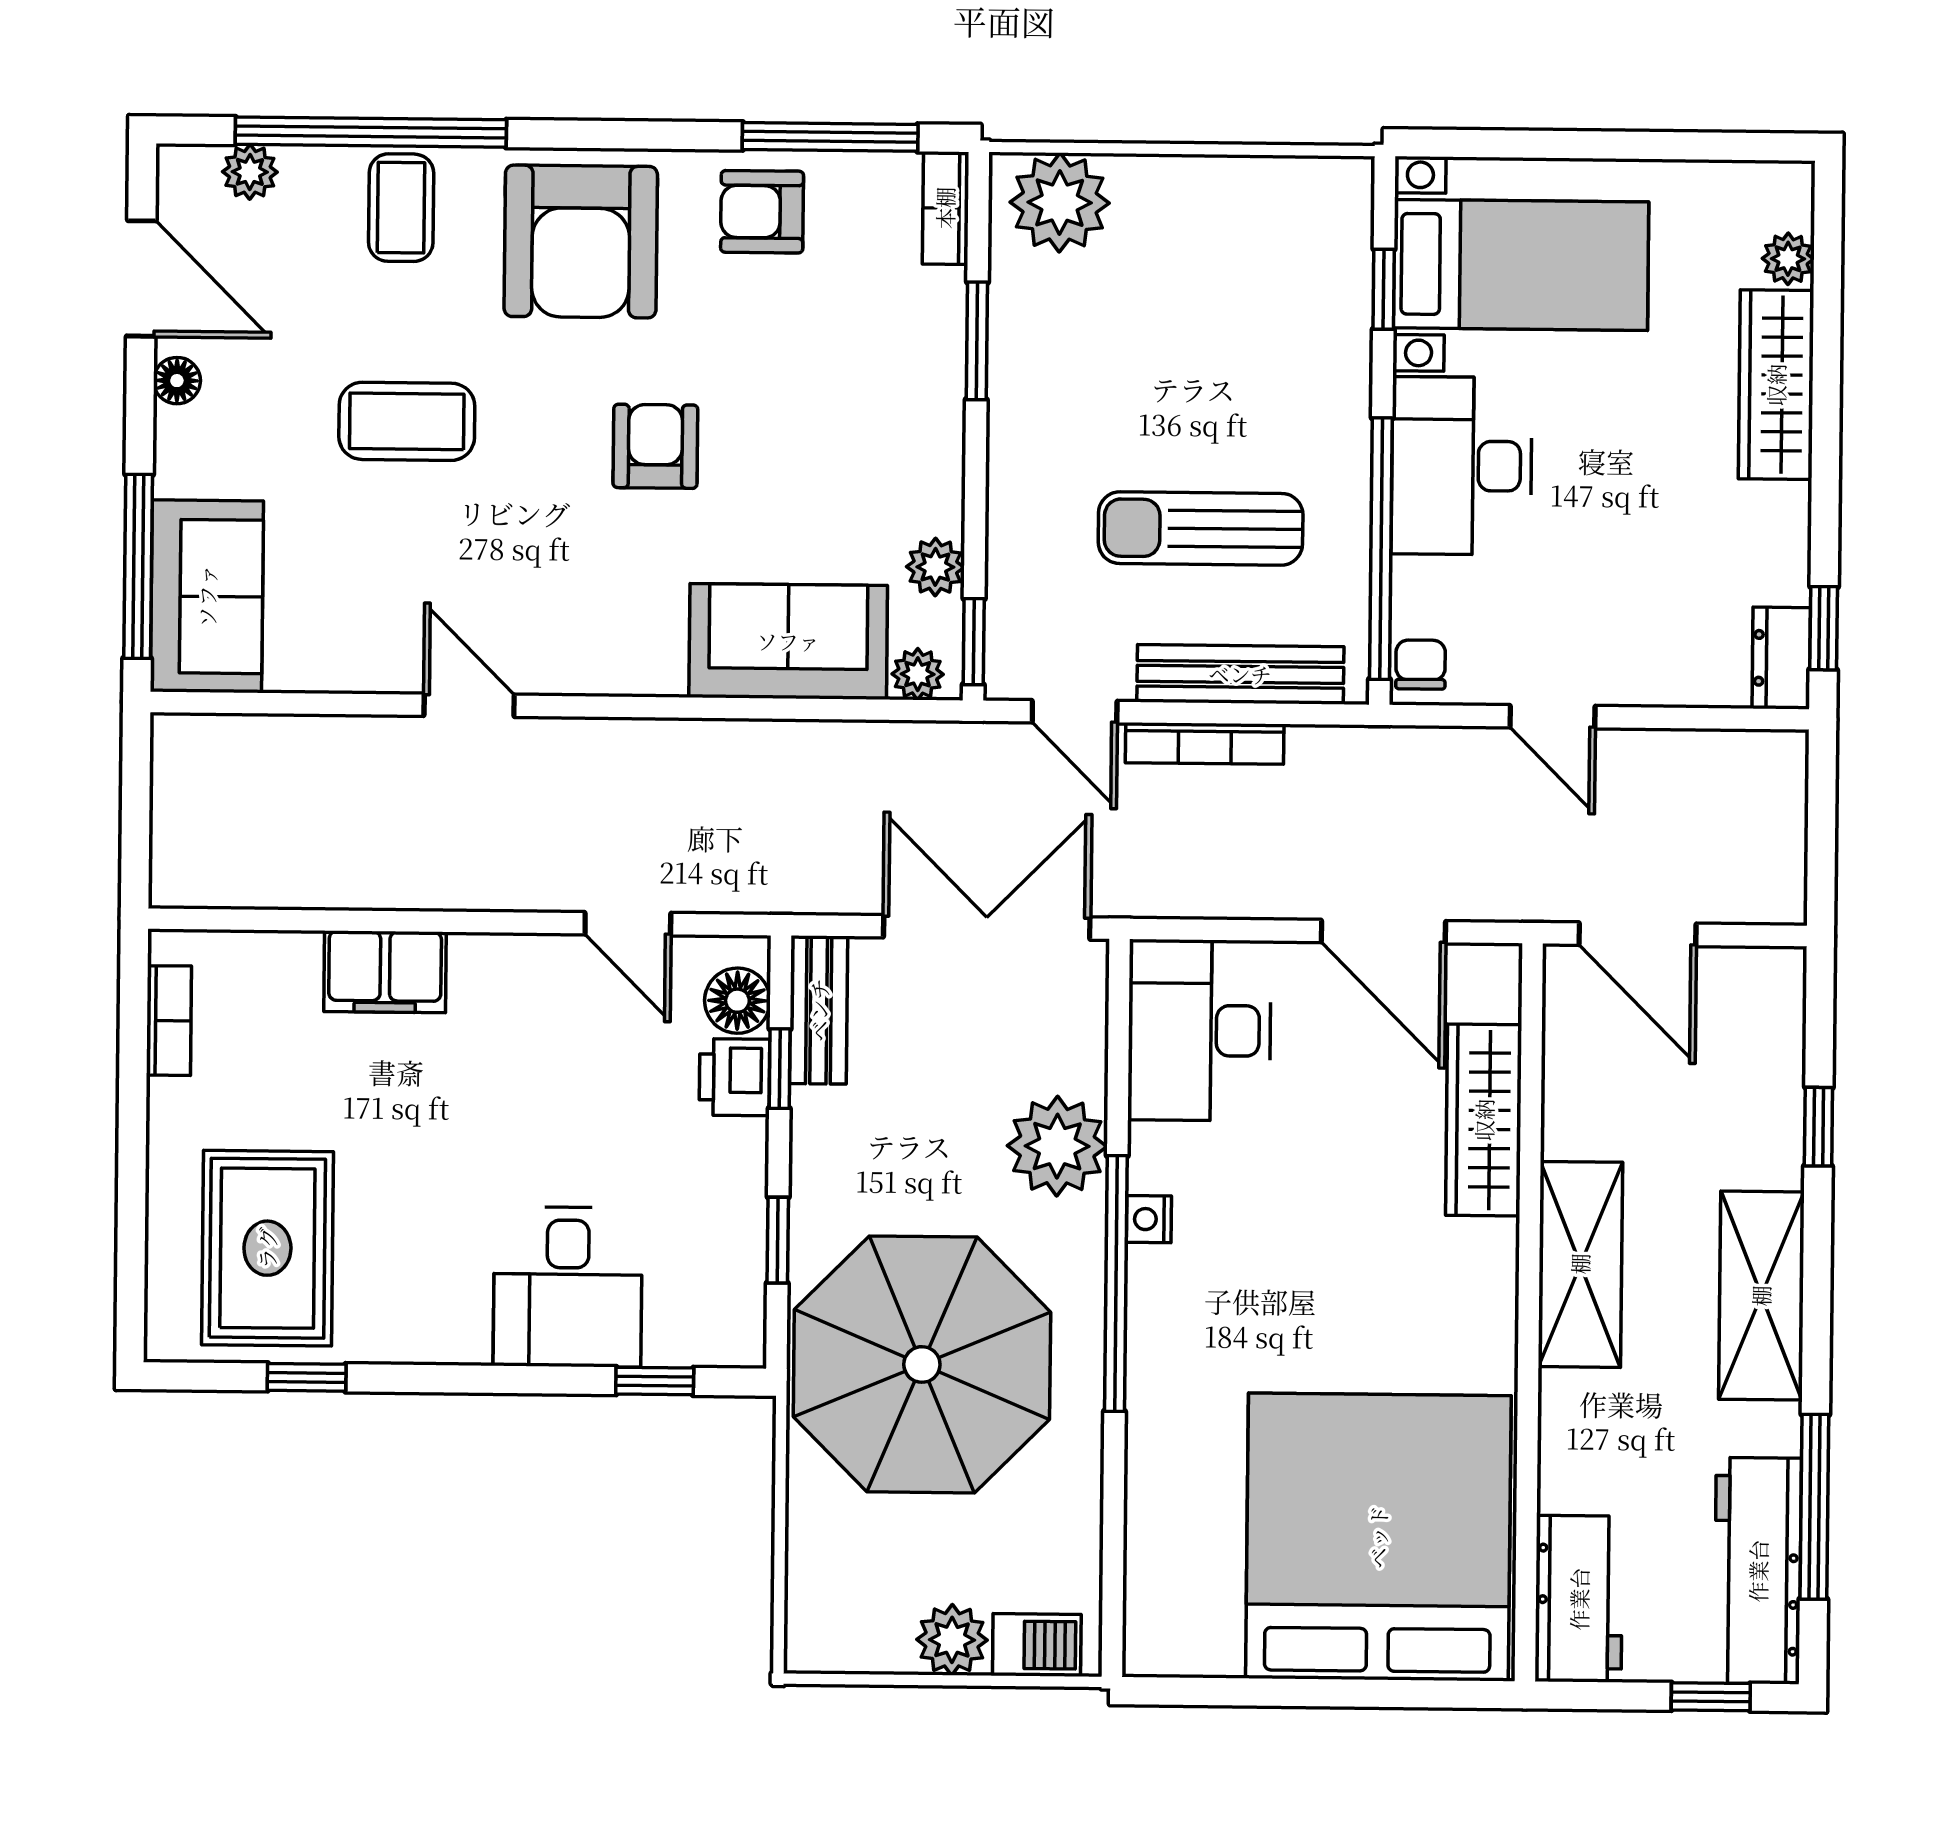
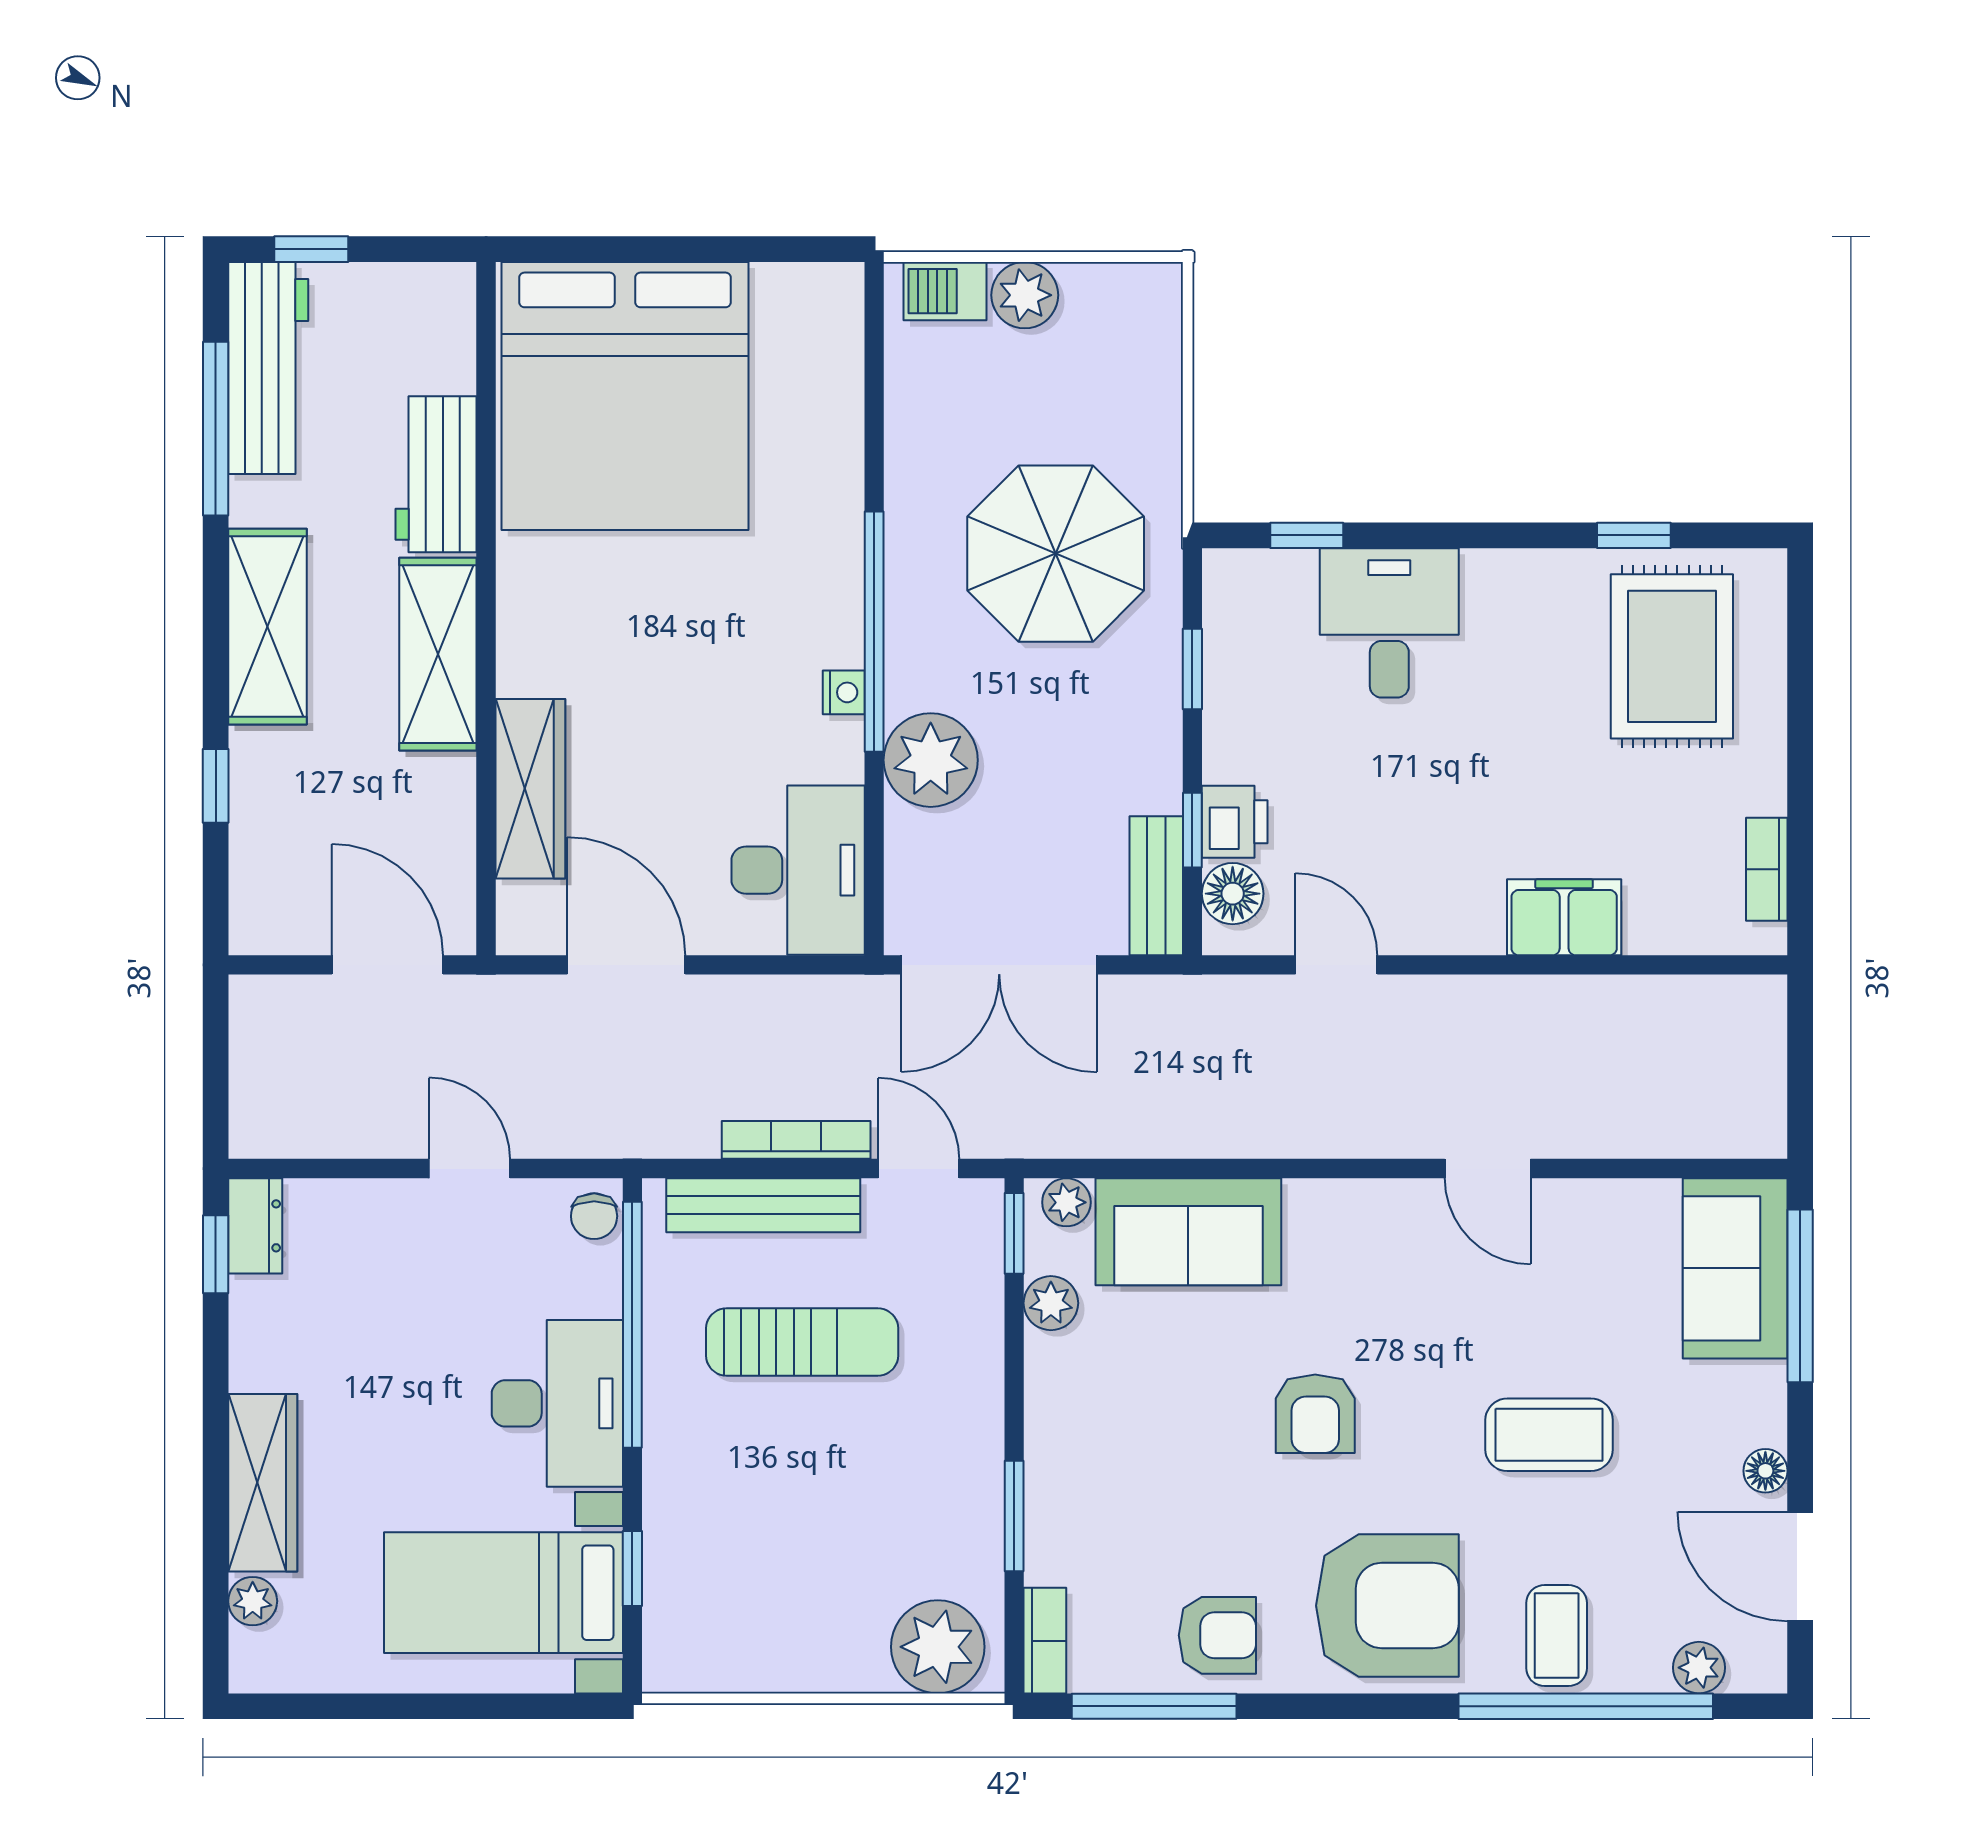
armchair: (581, 241) -> (1387, 1606), turned 90
parasol: (922, 1364) -> (1056, 554), width x0.73, depth x0.73
workbench: (1579, 1599) -> (436, 474), moved

